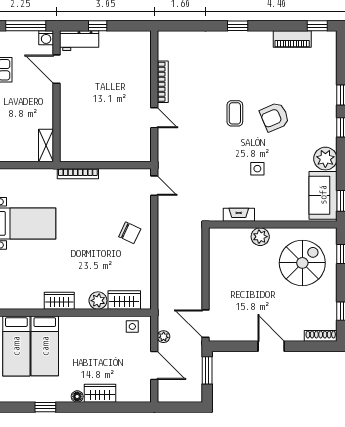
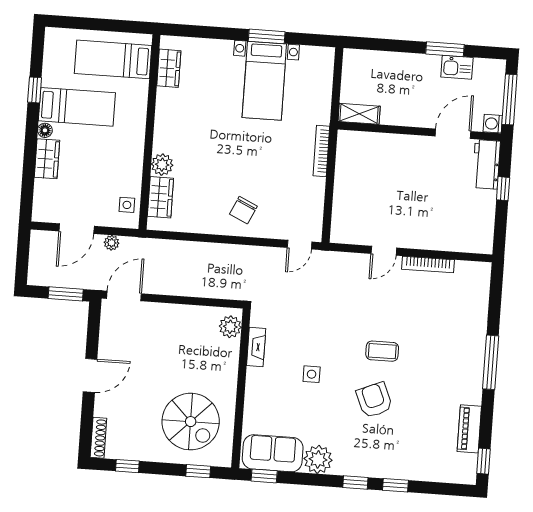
window: (238, 26) -> (491, 362), width x2.17
plant: (260, 237) -> (230, 327), moved
wardrobe: (59, 301) -> (169, 68), moved
bed: (45, 346) -> (77, 107), moved, turned 180

